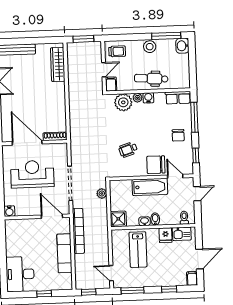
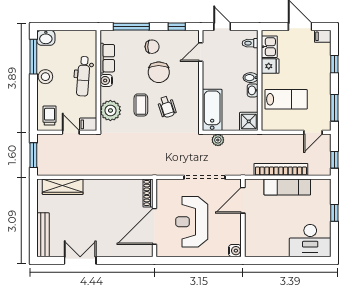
plant: (138, 98) -> (106, 93), removed
row of seats: (178, 98) -> (107, 58), moved
coffee table: (129, 128) -> (141, 105), added
chair: (156, 165) -> (159, 72), moved
bathtub: (150, 187) -> (212, 110), moved
bookcase: (78, 231) -> (281, 169), moved

